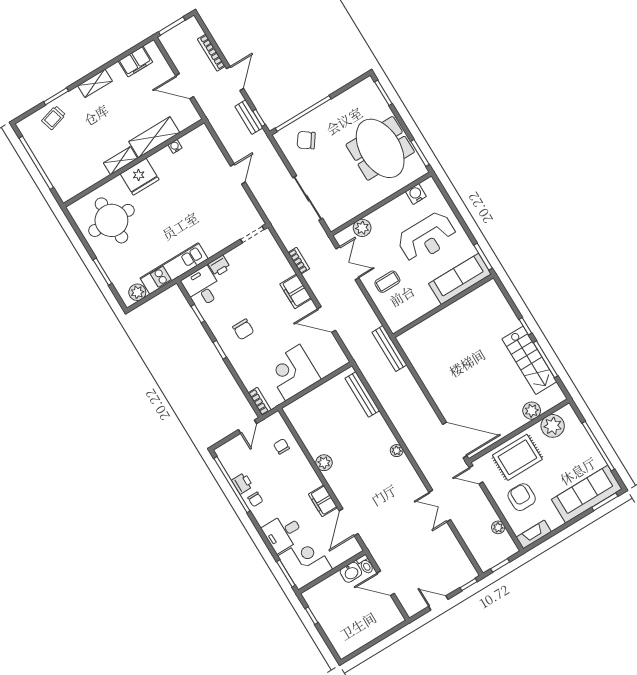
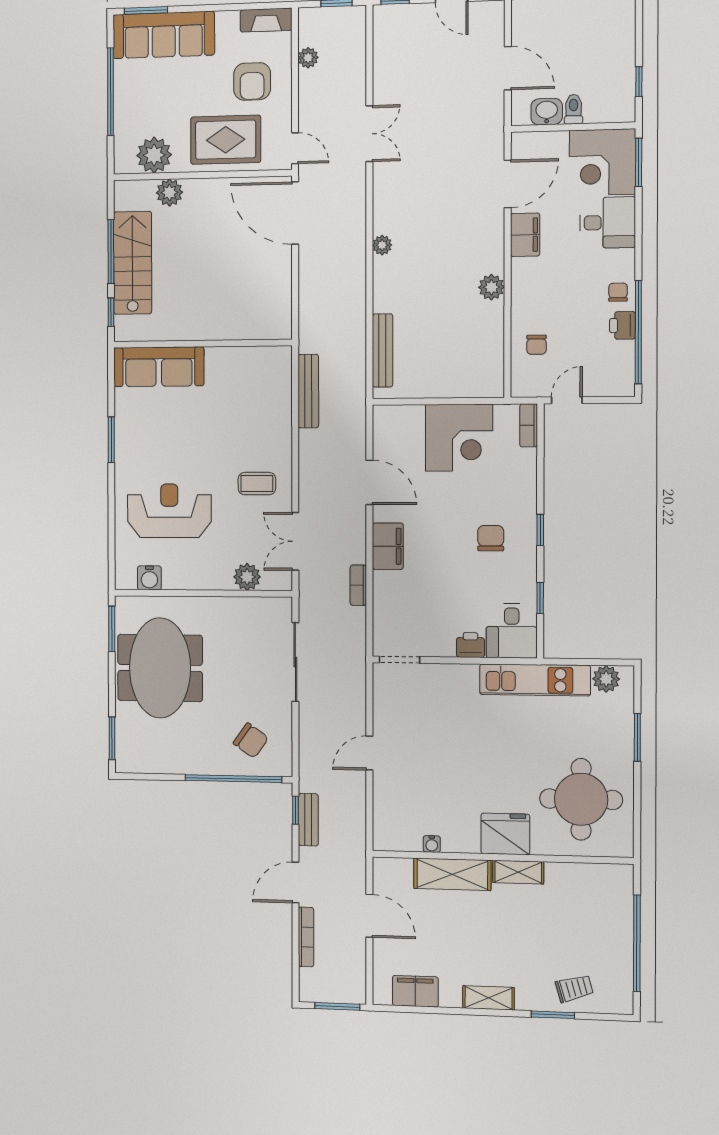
sofa: (460, 279) -> (159, 367), moved
wall: (443, 306) -> (202, 344), moved
toilet: (365, 565) -> (574, 109), moved

